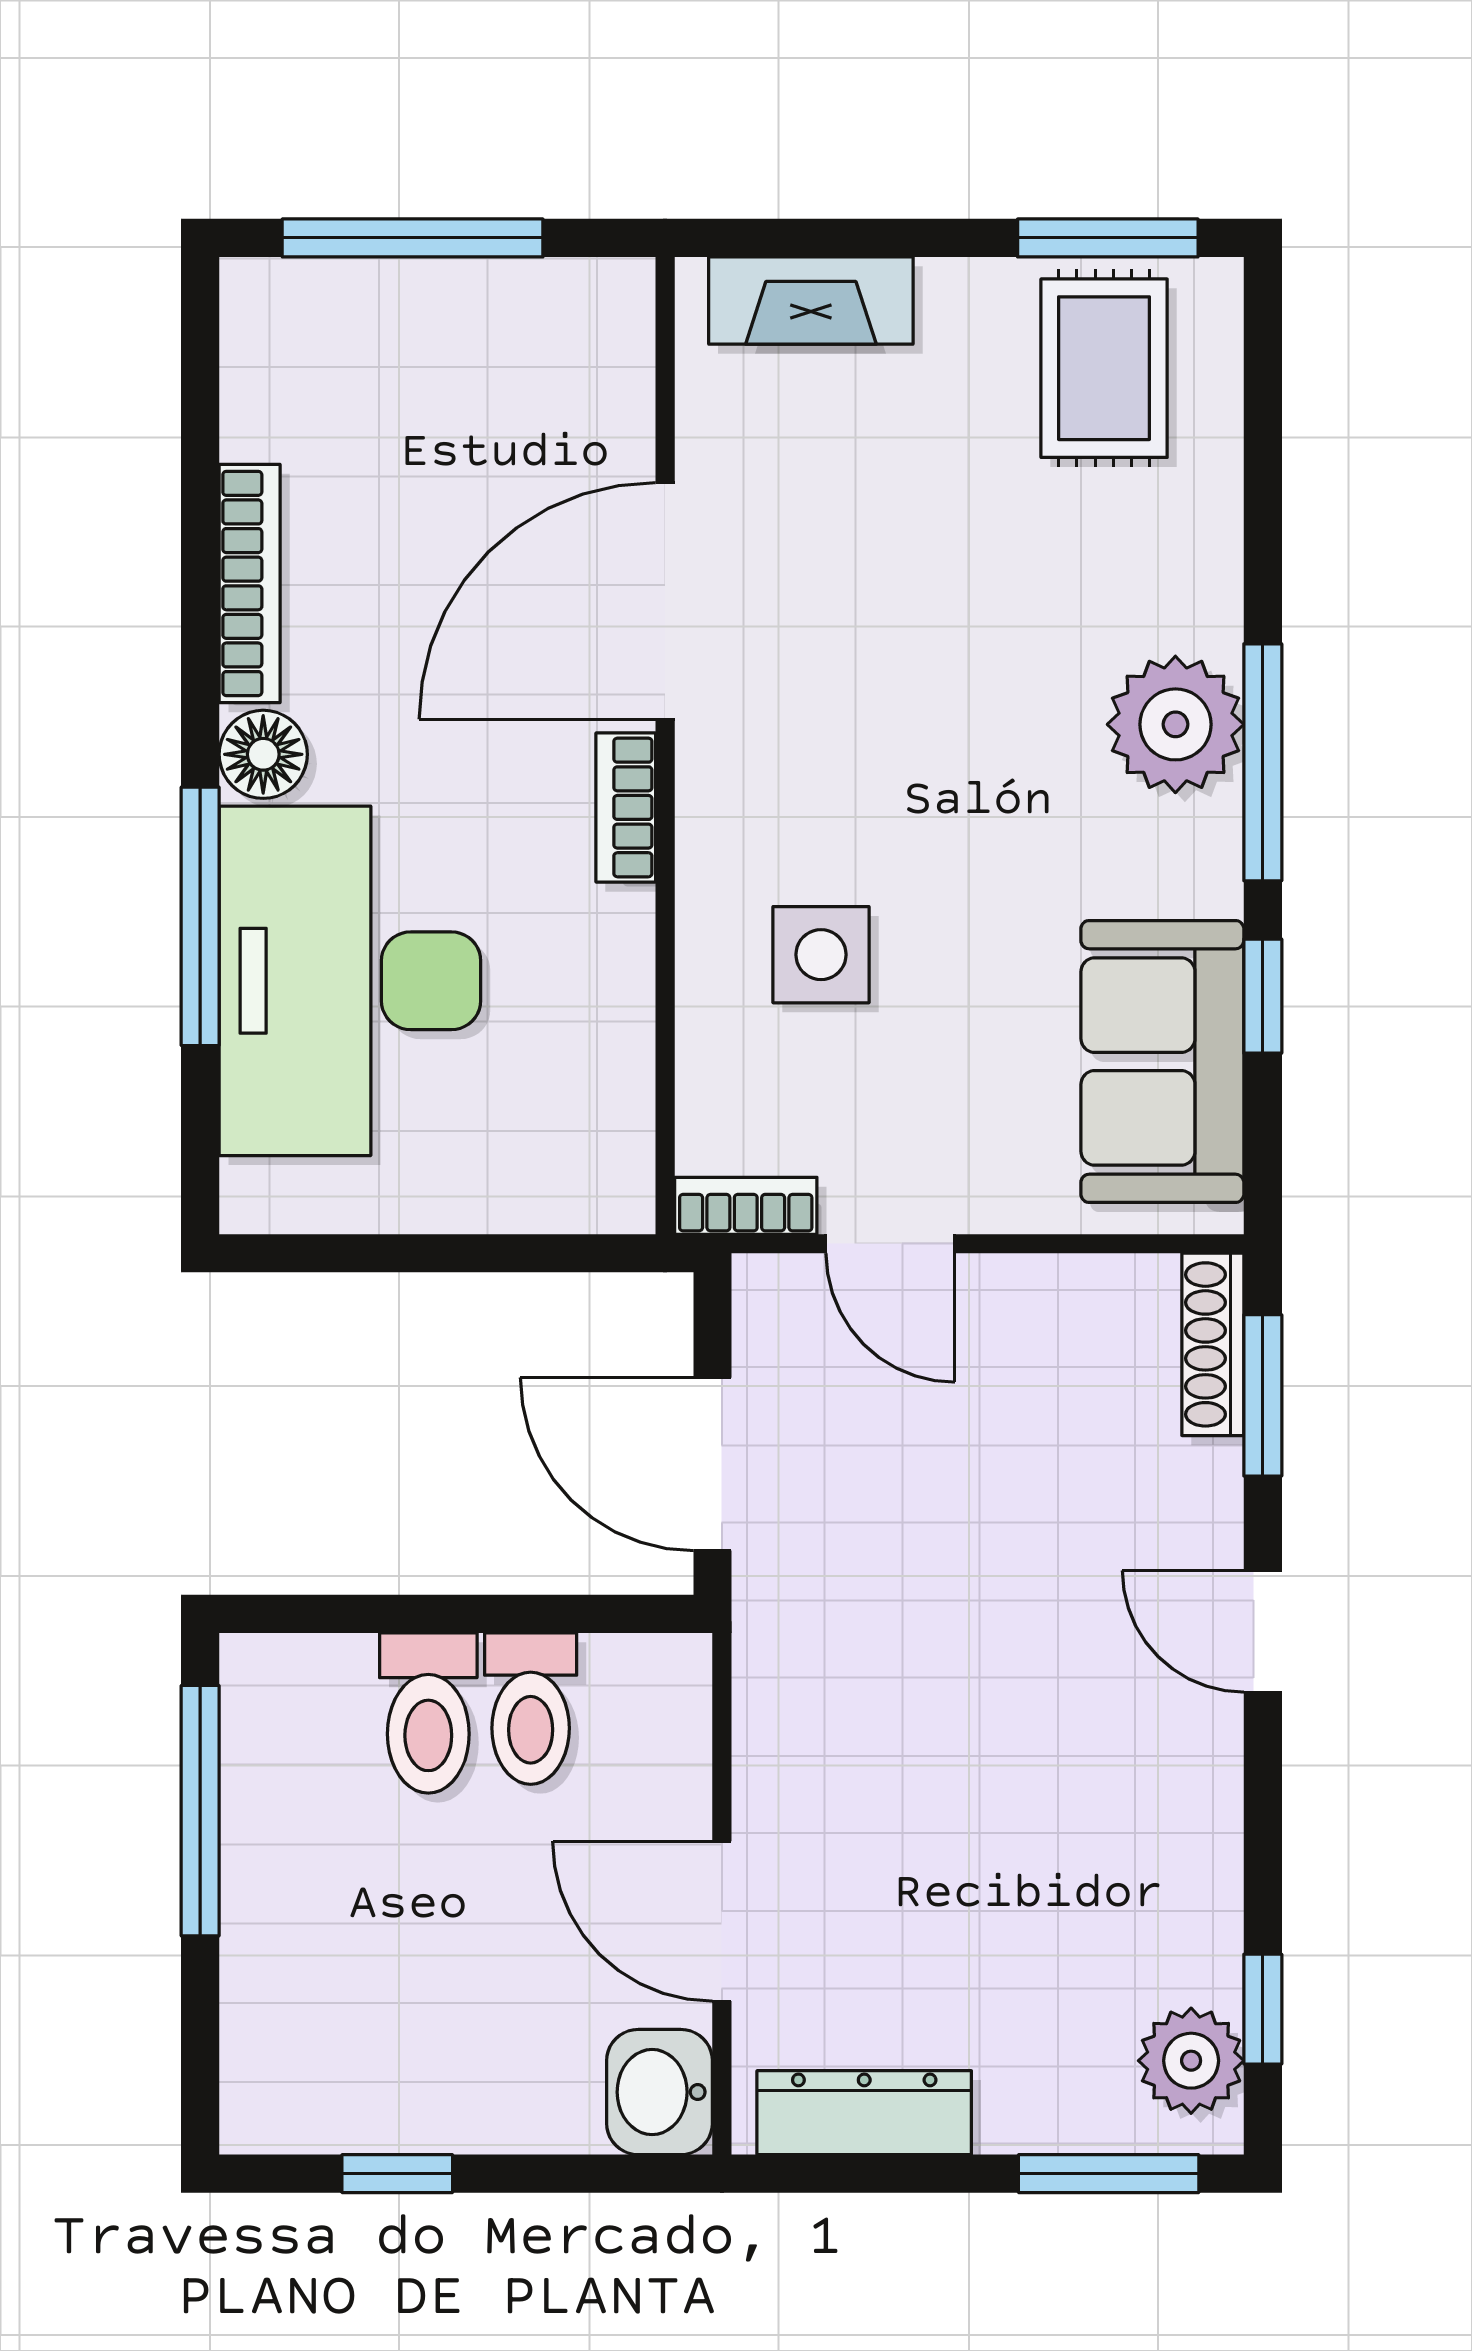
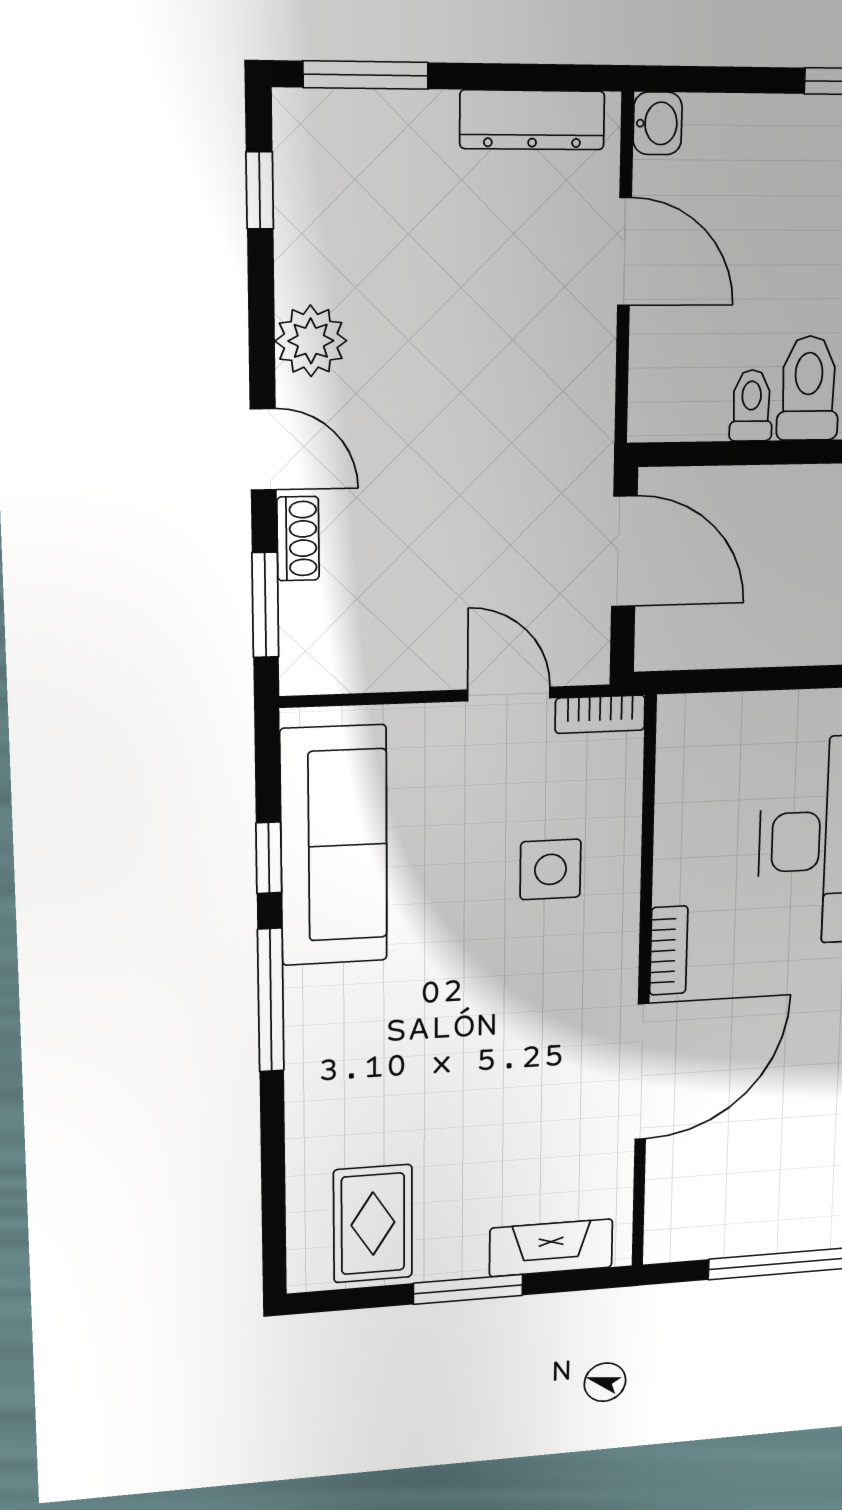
window: (1108, 238) -> (468, 1289), moved
plant: (1175, 724) -> (327, 1020), removed
sofa: (1162, 1062) -> (334, 846), width x1.36
shoe rack: (1213, 1344) -> (298, 539), moved, width x0.70
toilet: (531, 1709) -> (751, 405), width x0.73, depth x0.72
plant: (1191, 2061) -> (311, 341), moved
washbasin: (659, 2092) -> (658, 123), width x0.72, depth x0.69

